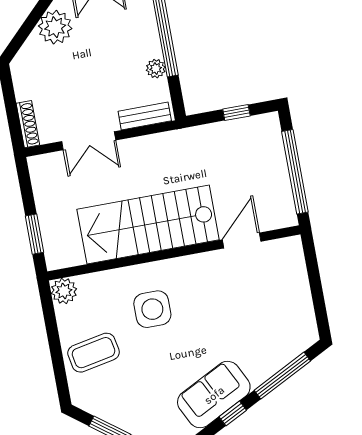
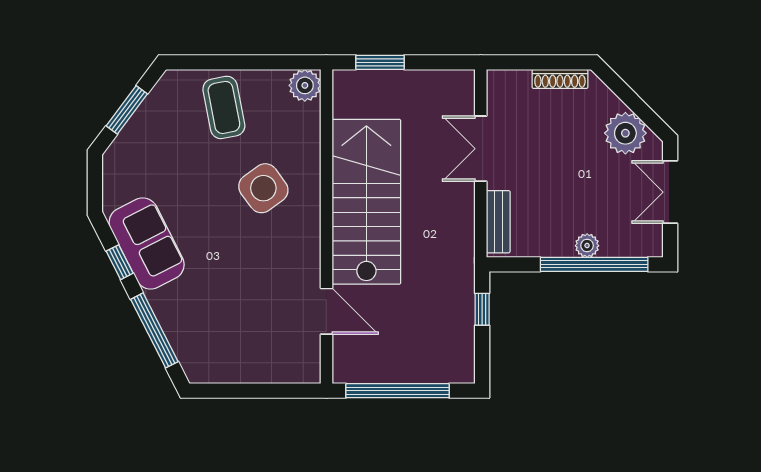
plant: (156, 69) -> (587, 246), moved
window: (236, 112) -> (482, 309), moved
shoe rack: (28, 124) -> (560, 79), moved
side table: (152, 309) -> (263, 188), turned -36

